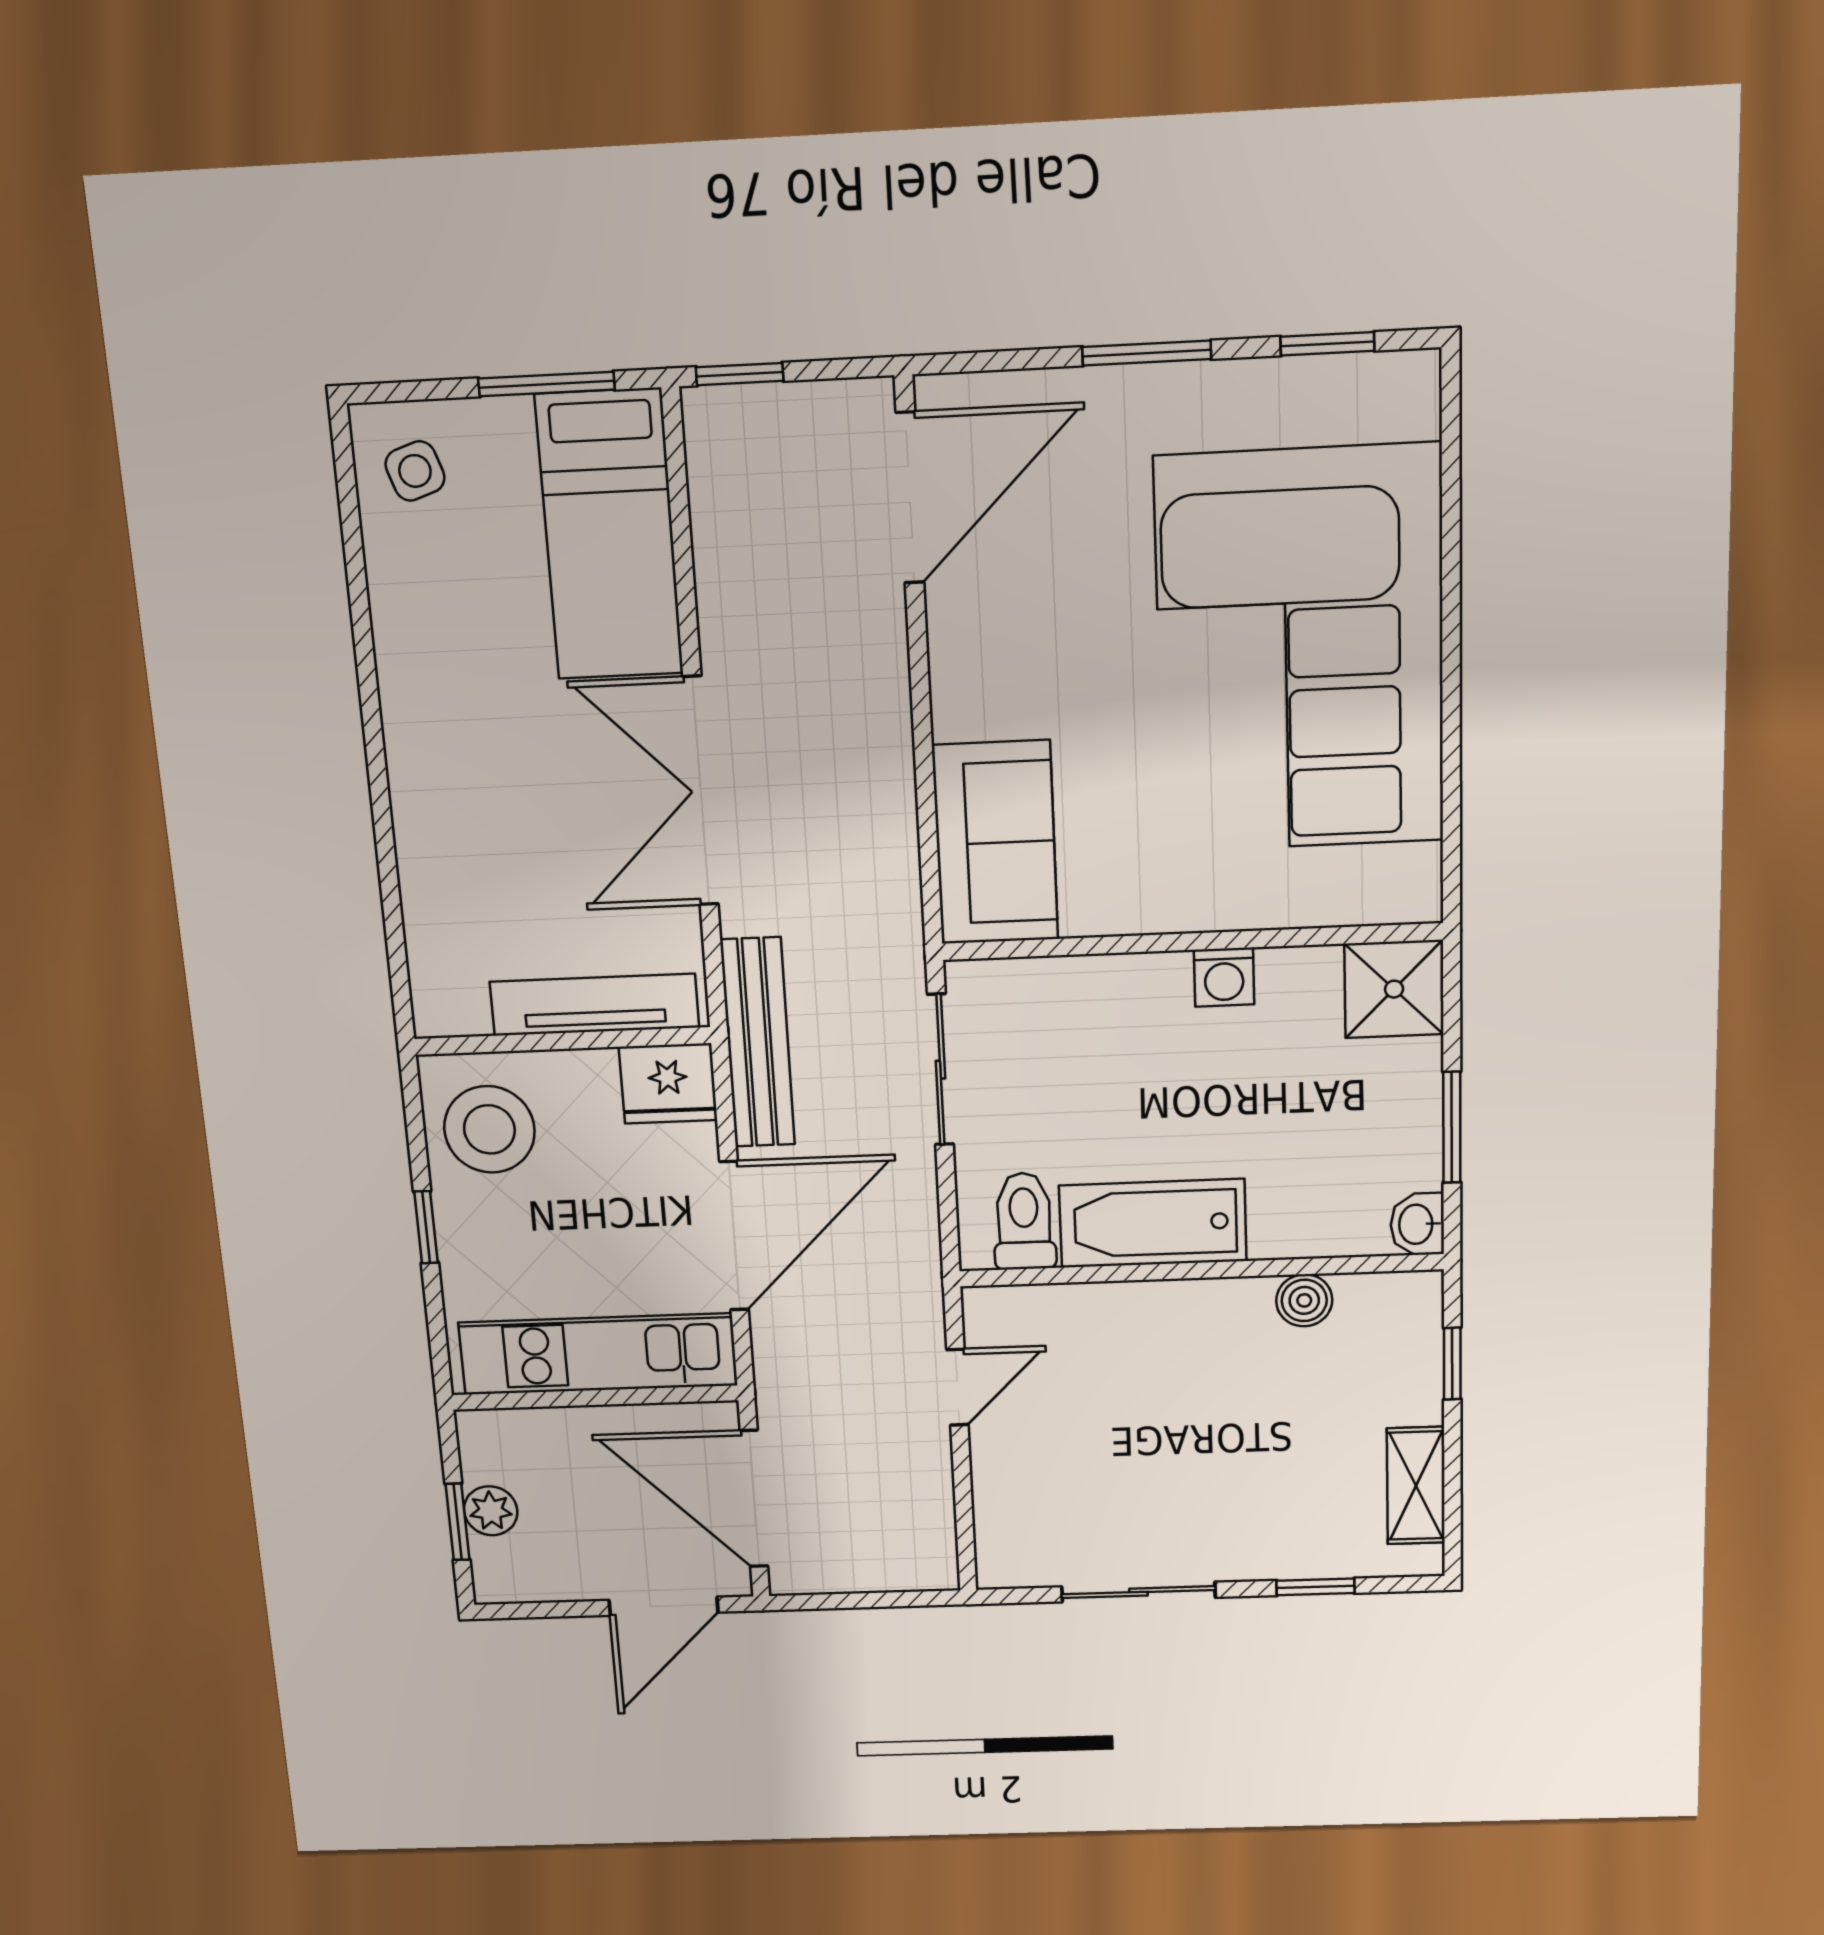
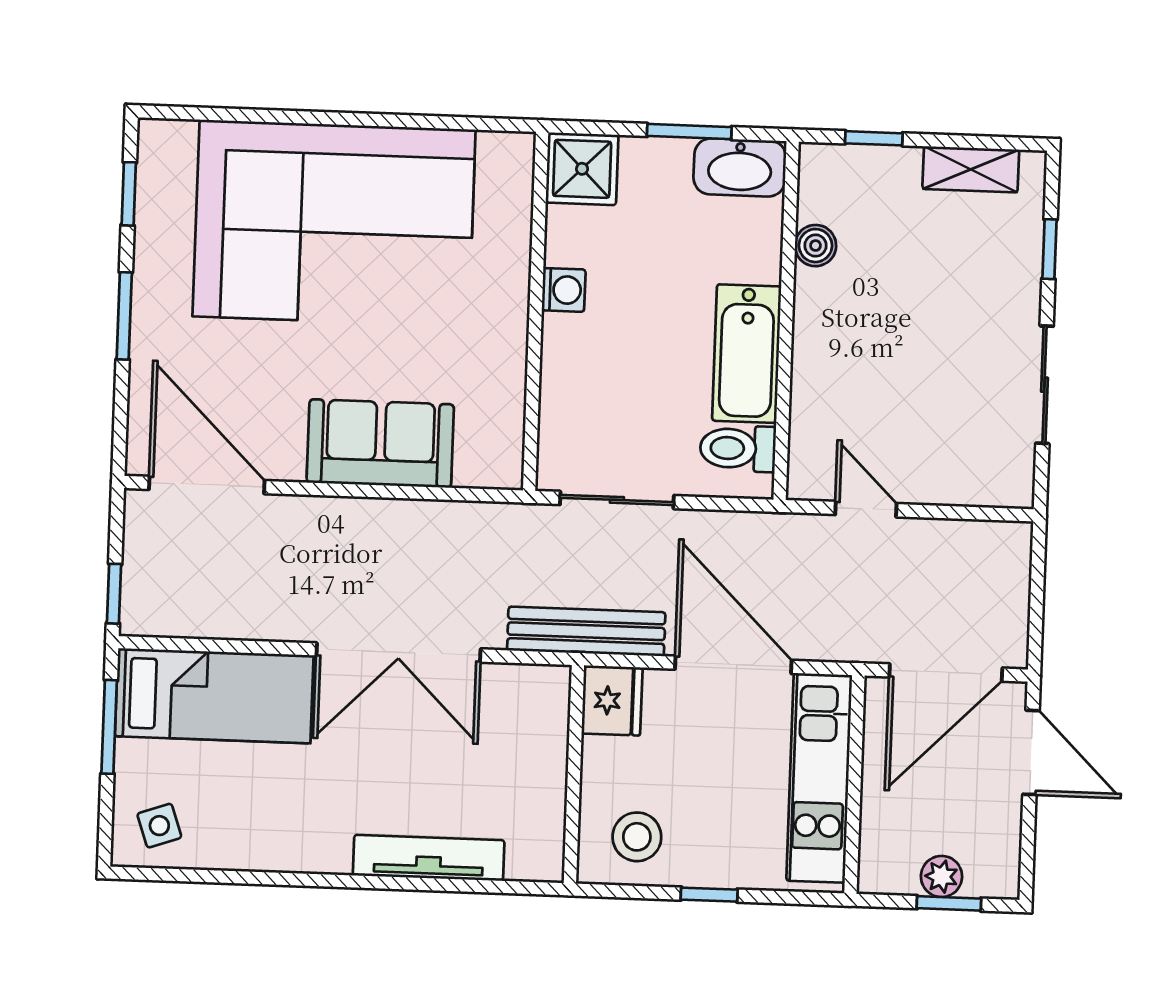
sofa: (995, 843) -> (380, 443), moved
tv unit: (594, 1005) -> (429, 858), moved, turned 90
stool: (489, 1129) -> (637, 837), width x0.73, depth x0.73
washbasin: (1417, 1224) -> (740, 167), width x1.91, depth x1.45

